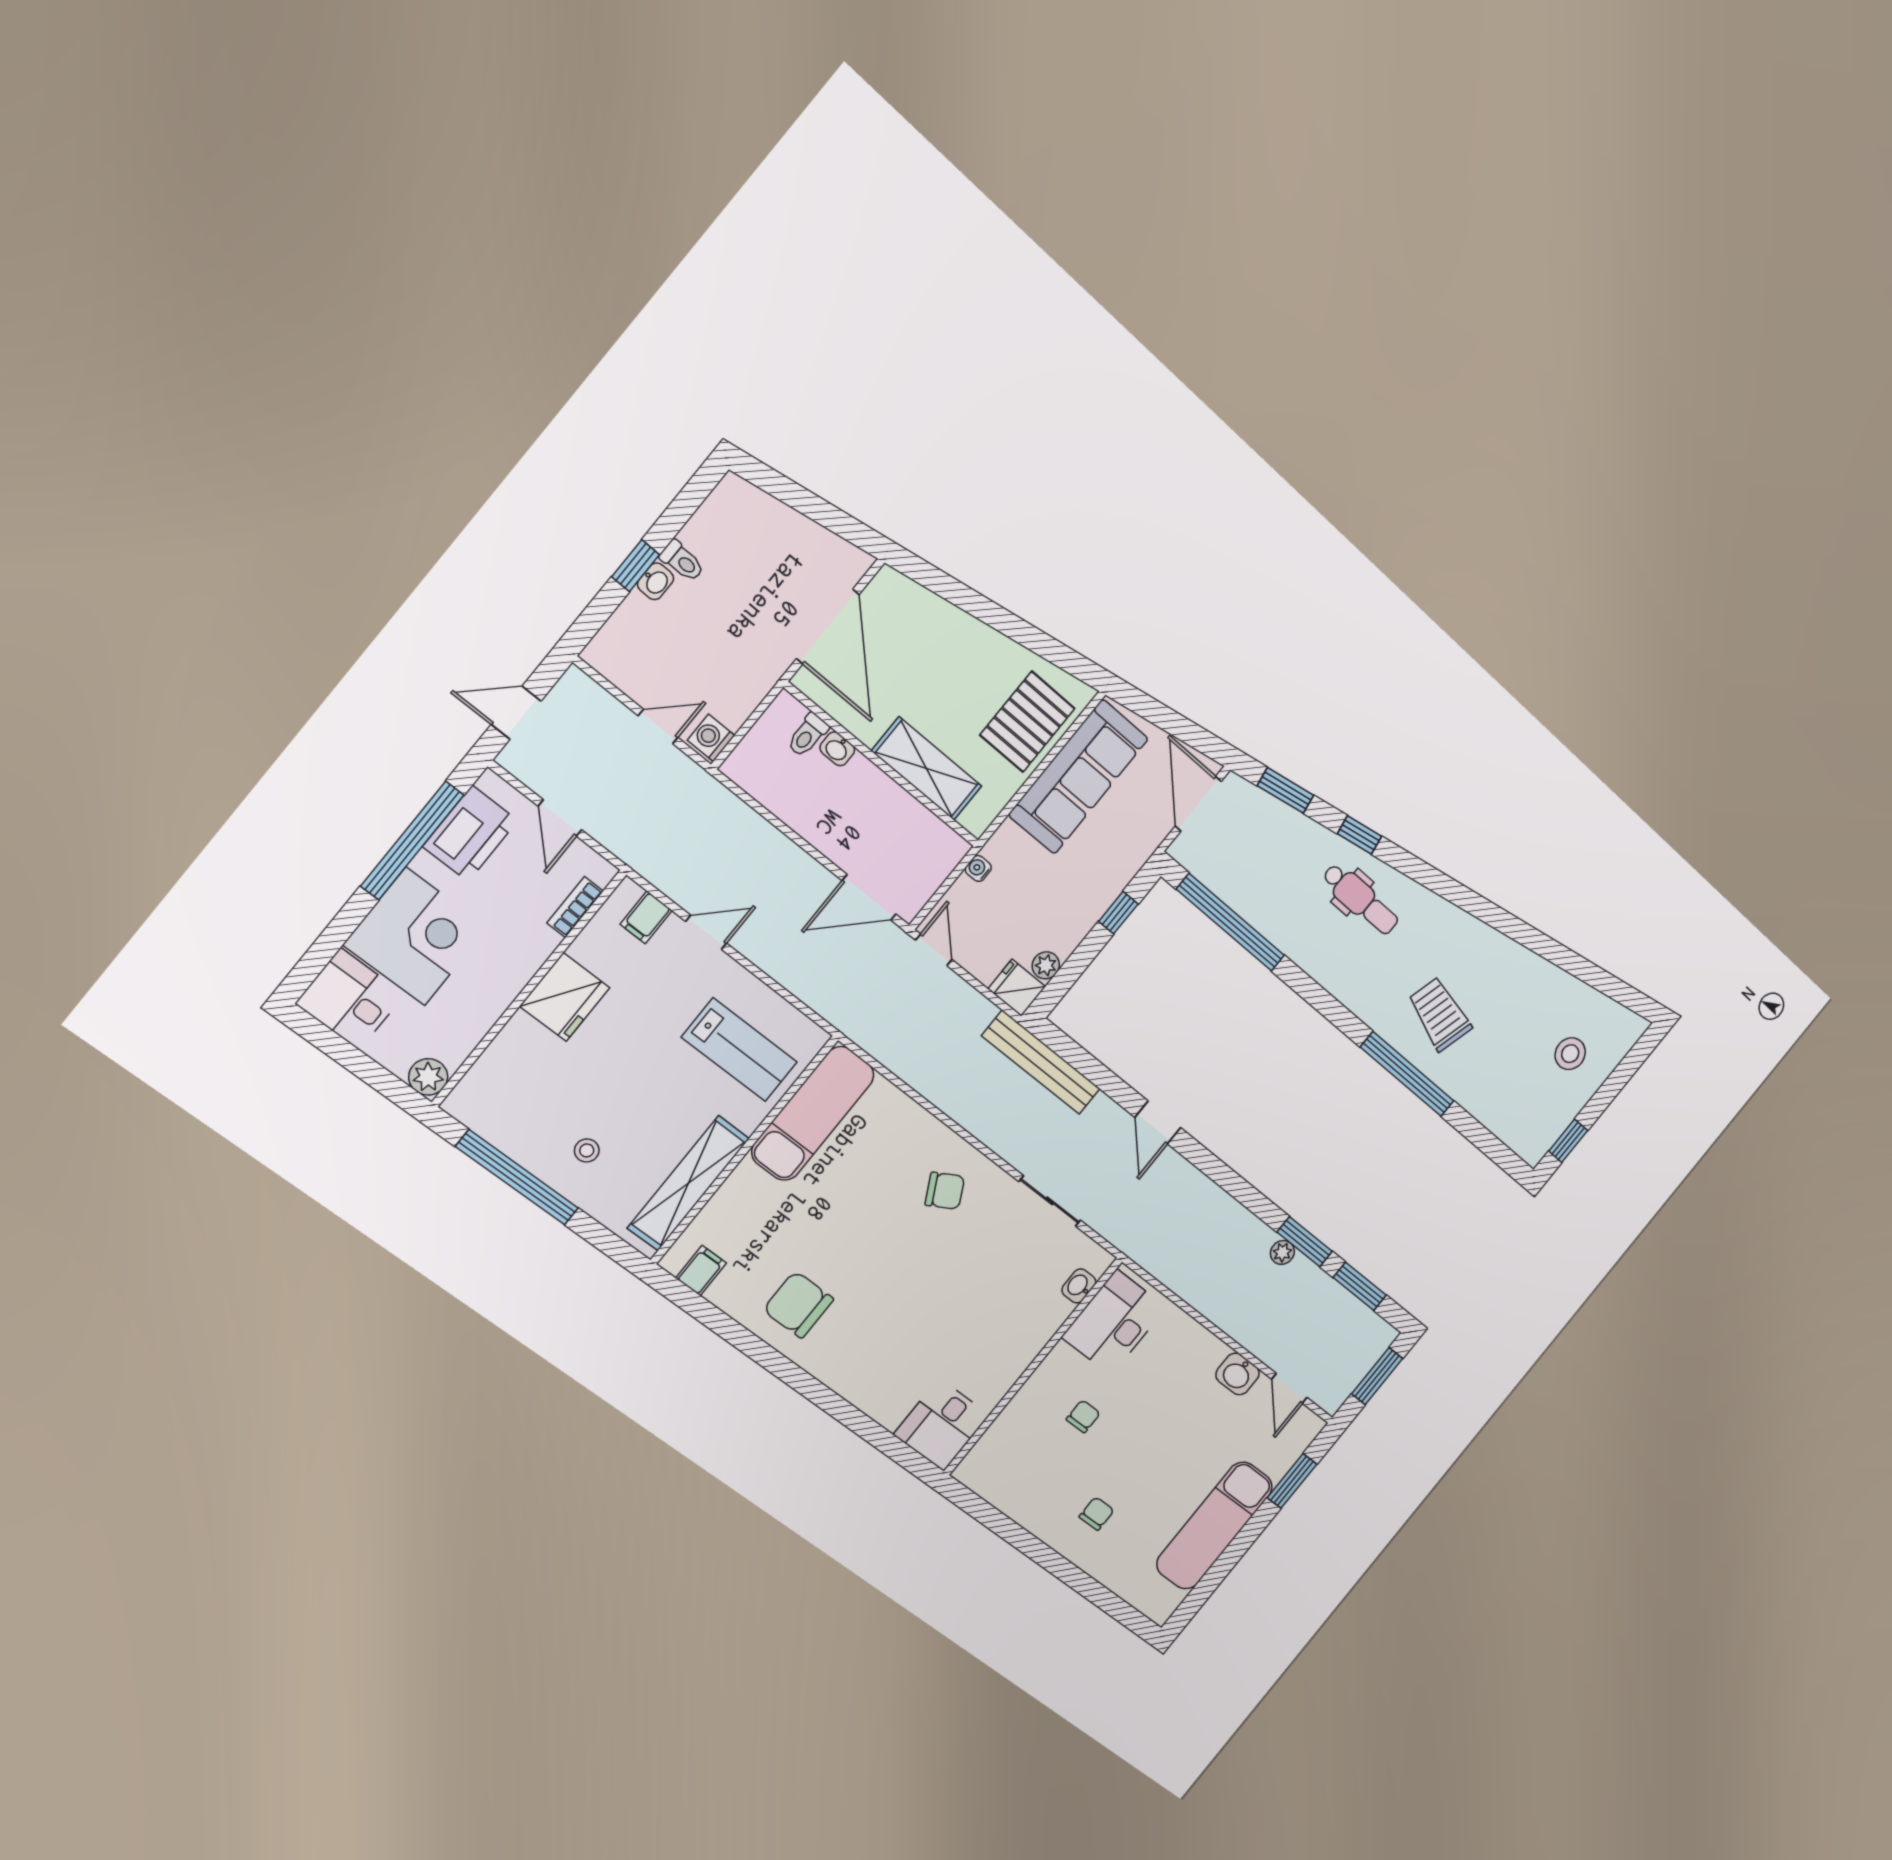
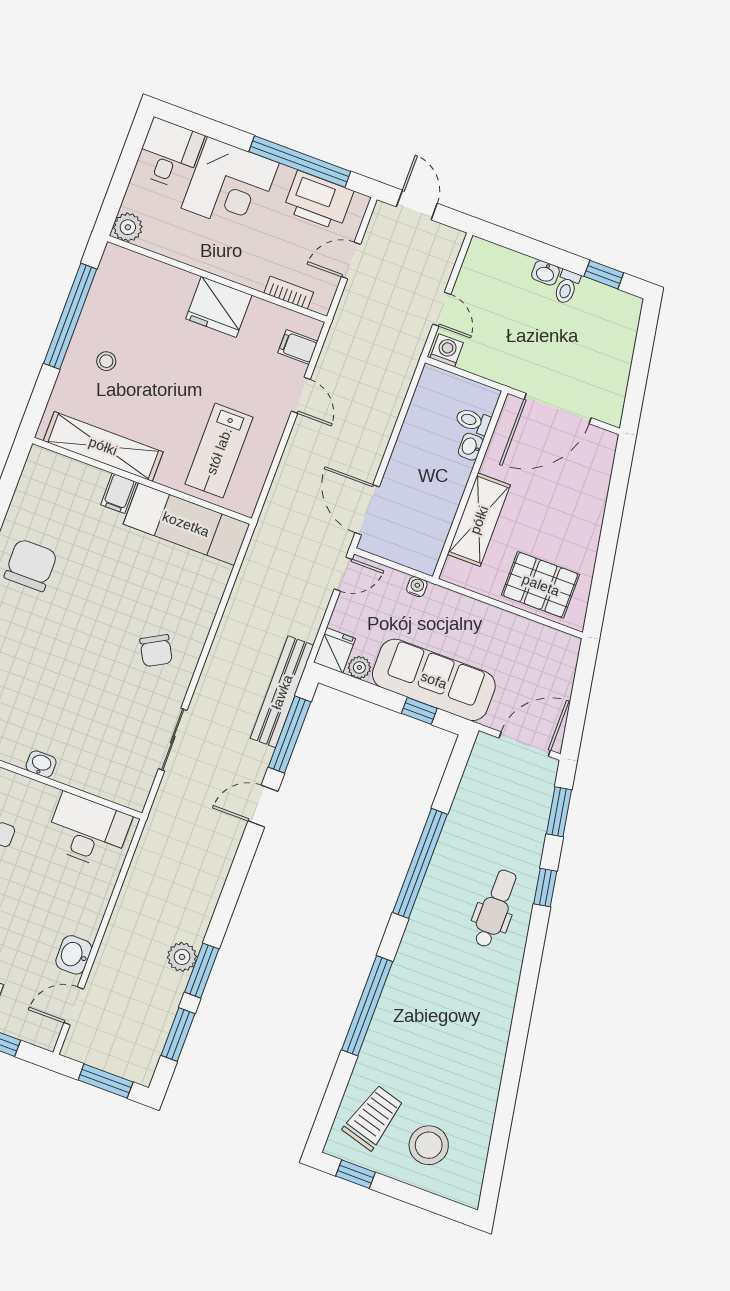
window: (636, 566) -> (604, 275), moved
sofa: (1078, 777) -> (434, 680), moved, turned 180
dental chair: (1360, 899) -> (495, 909), turned 180
window: (1231, 922) -> (420, 863), moved
trolley: (1440, 1014) -> (373, 1118), moved
stool: (1570, 1054) -> (429, 1145), width x1.38, depth x1.38
window: (1091, 1068) -> (290, 734), added
plant: (1282, 1252) -> (182, 957), width x1.38, depth x1.38
filing cabinet: (701, 1271) -> (118, 493), moved, turned 90
washbasin: (1079, 1286) -> (41, 764), moved

